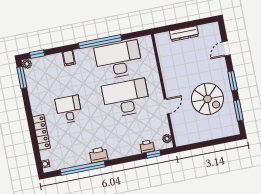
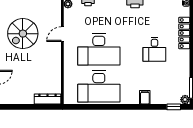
dresser: (184, 34) -> (47, 99), moved
window: (100, 42) -> (113, 107), removed
spiral stairs: (207, 99) -> (23, 34), turned -90

